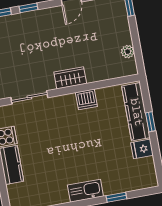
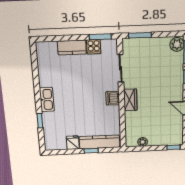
dishwasher: (86, 99) -> (113, 98), moved

